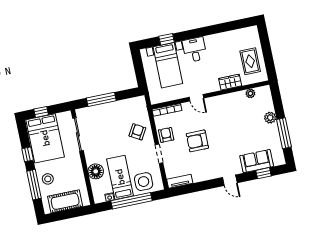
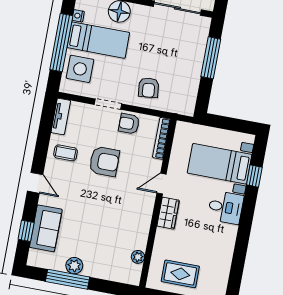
wardrobe: (230, 82) -> (168, 213), moved
plant: (270, 118) -> (74, 266), moved
armchair: (137, 132) -> (149, 88), turned 54
armchair: (166, 135) -> (129, 124), turned 180
armchair: (197, 141) -> (104, 161), turned 90
coffee table: (202, 168) -> (66, 153), added
door: (230, 180) -> (35, 183), swing flipped

